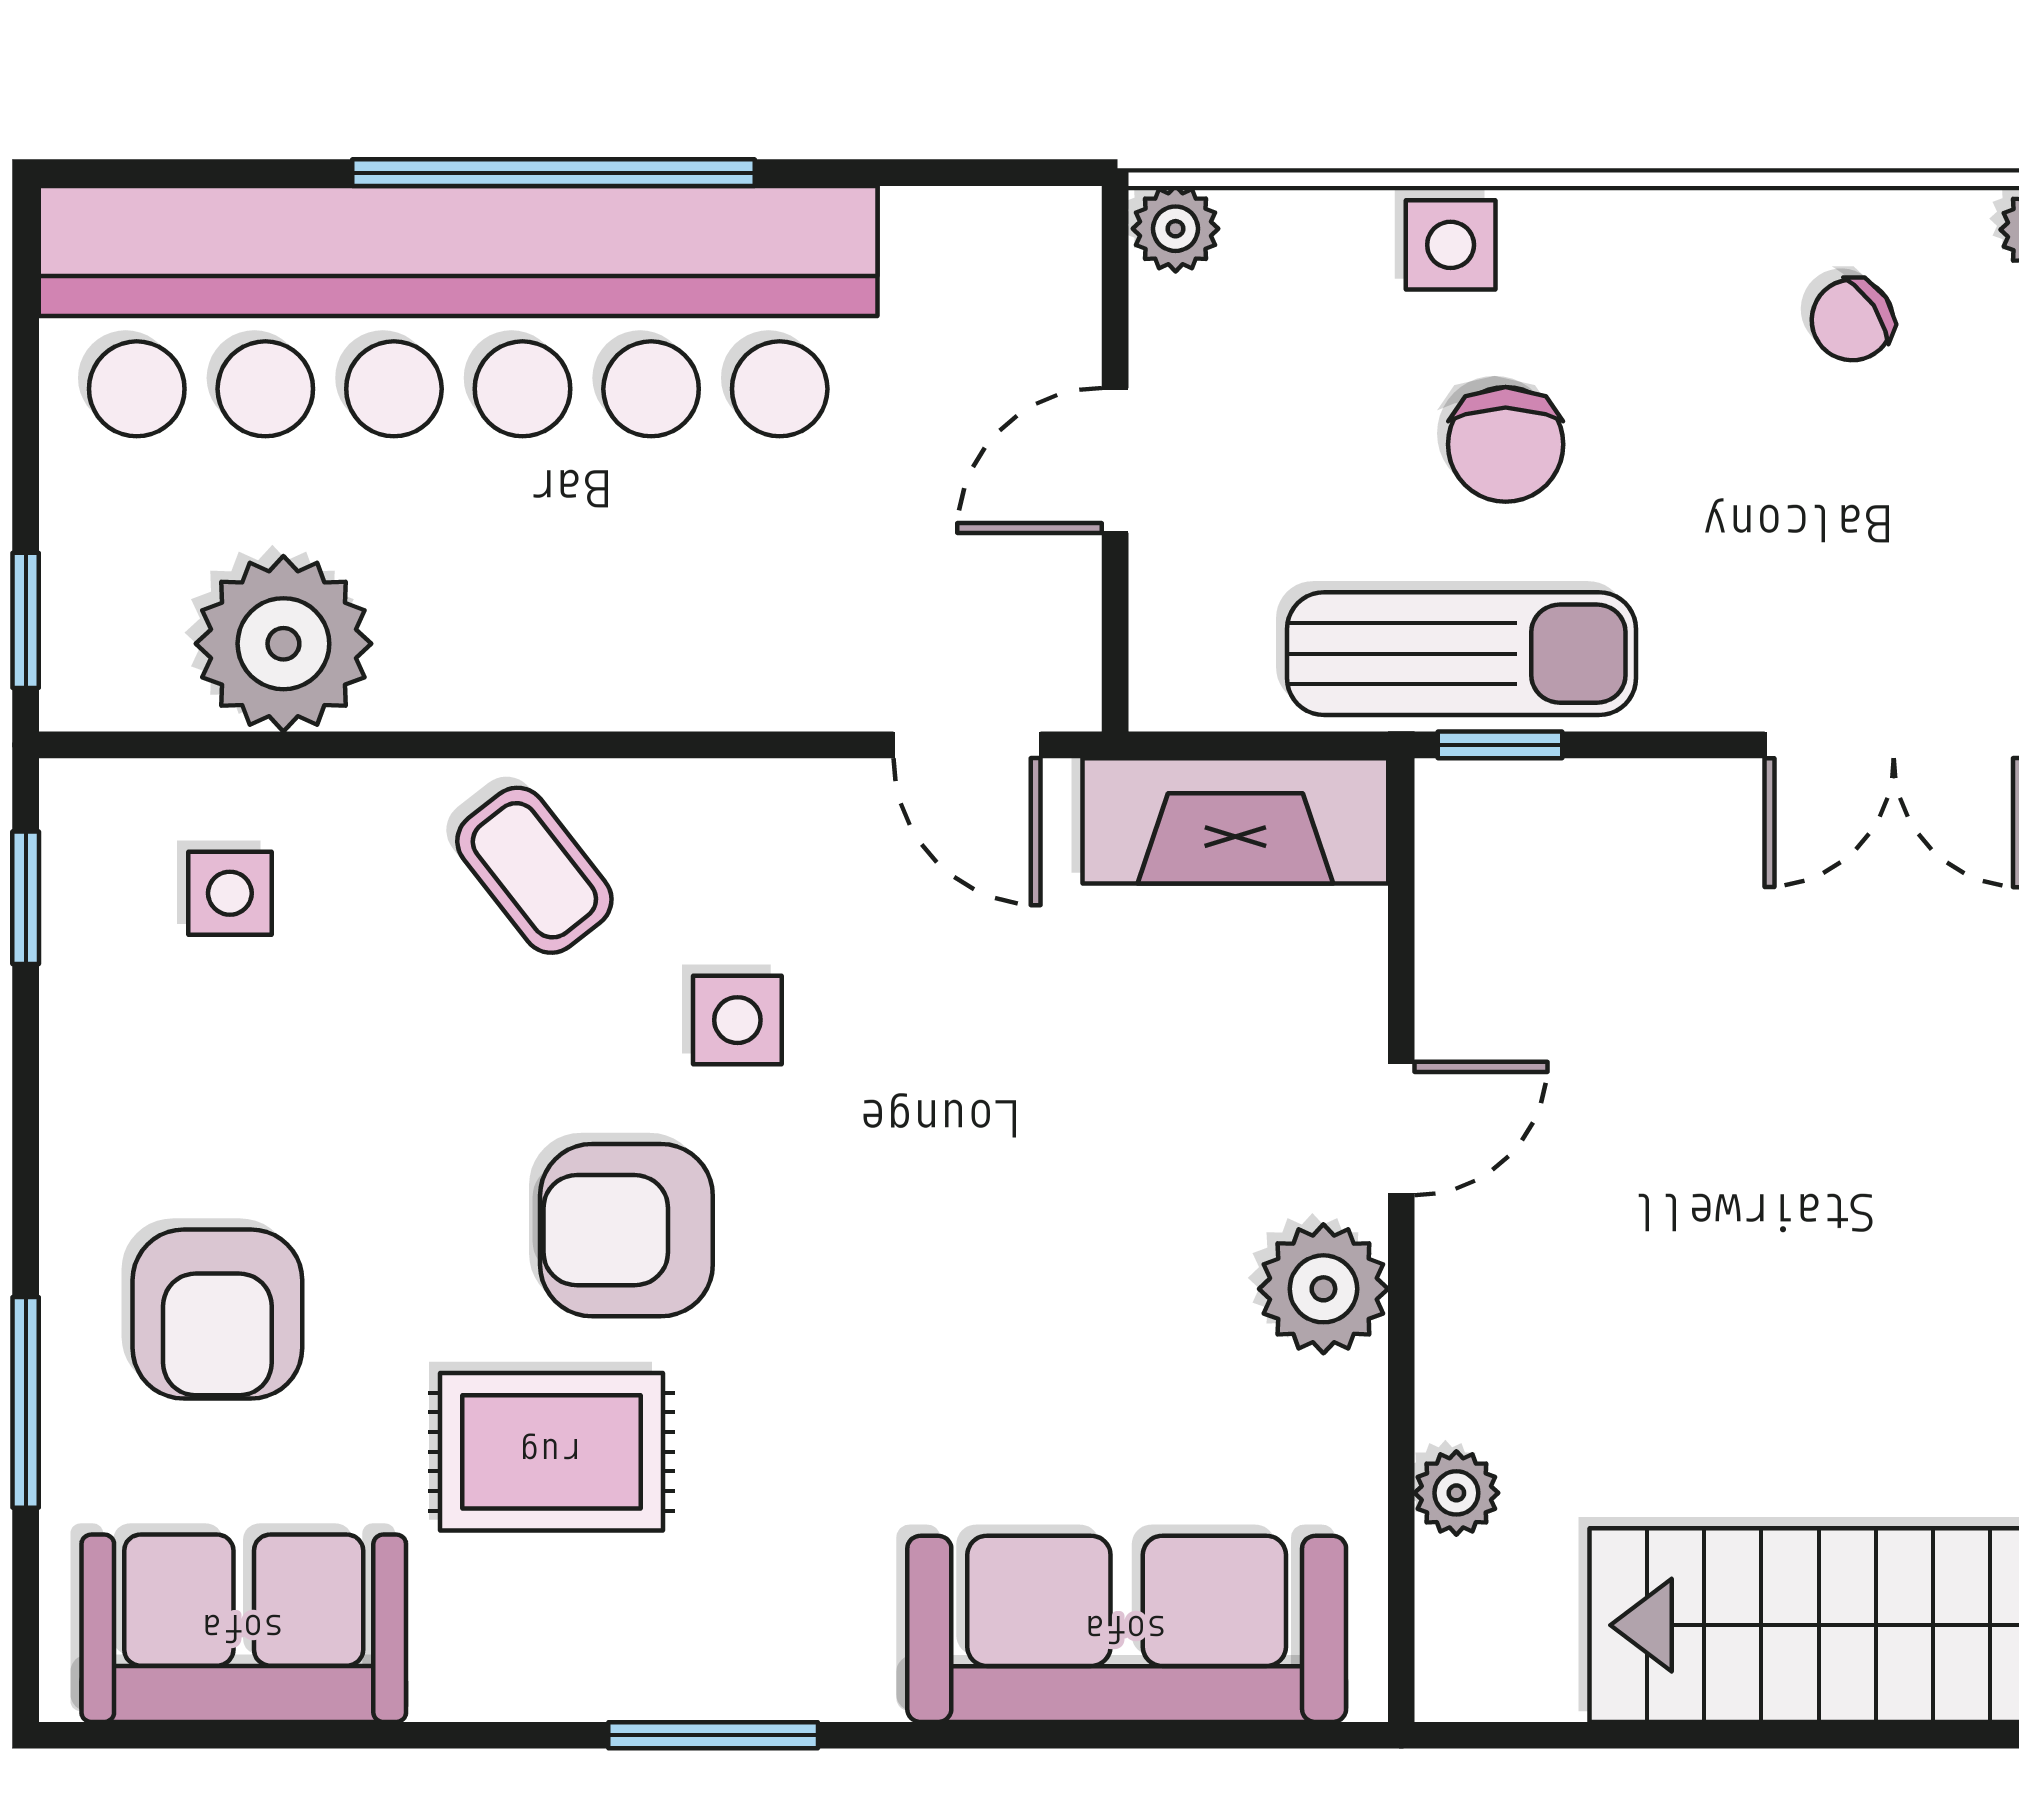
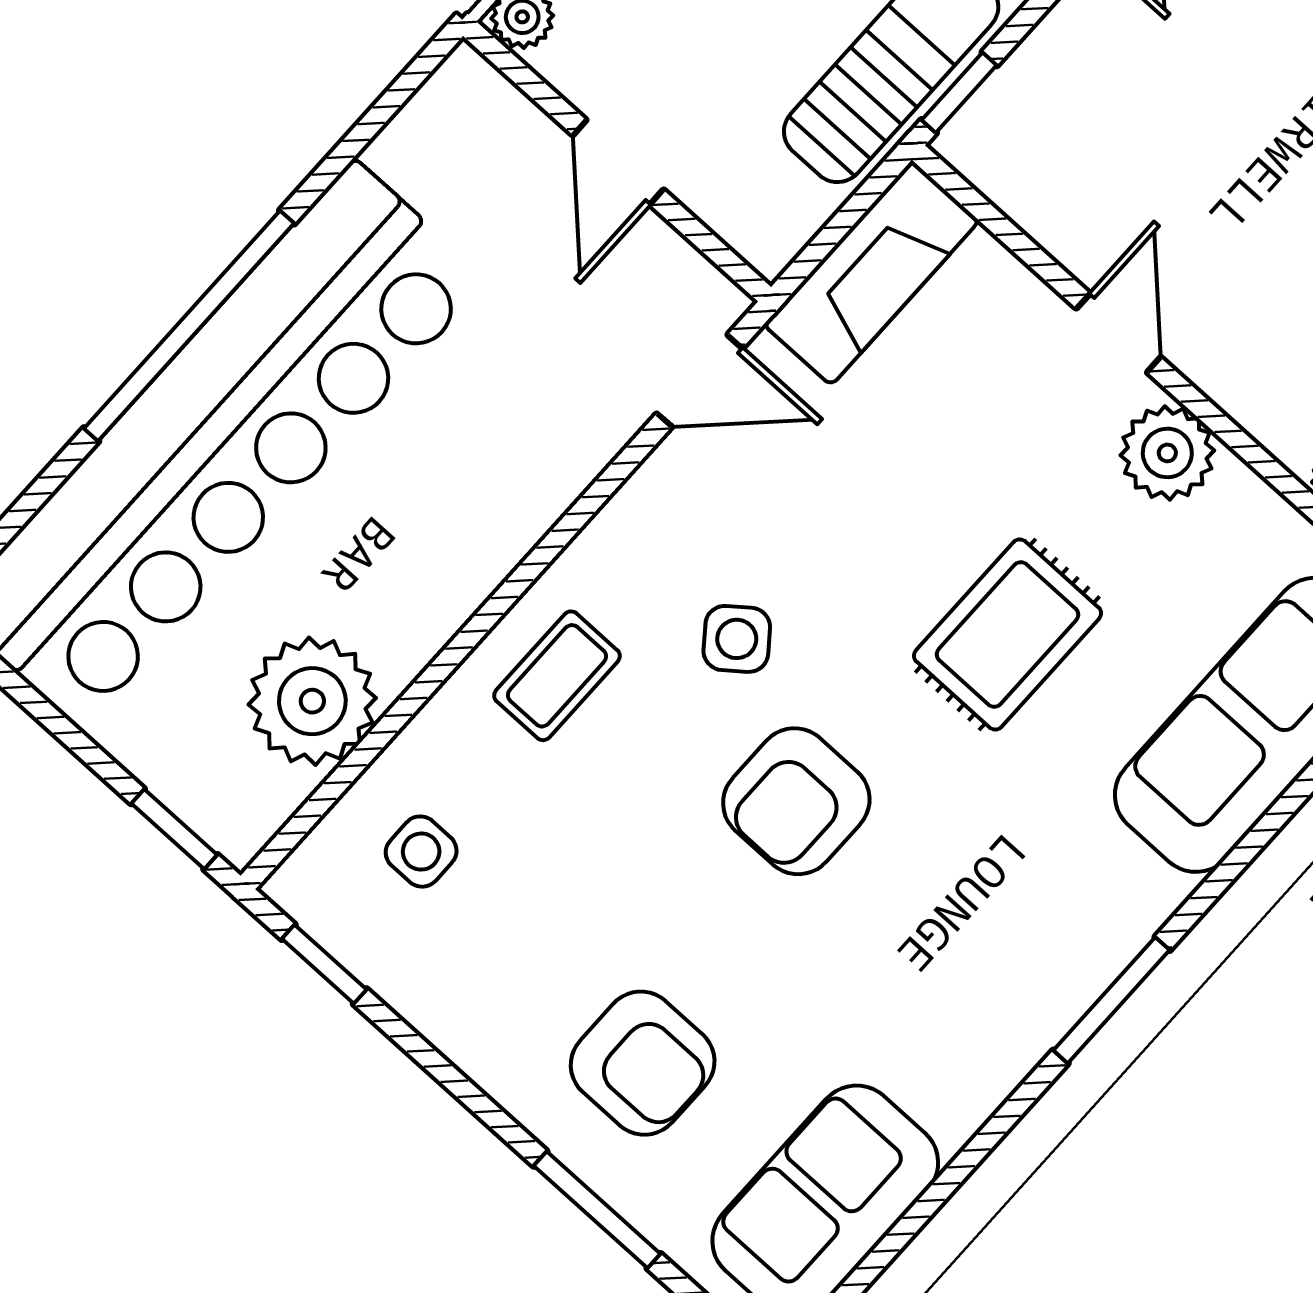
coffee table: (534, 870) -> (557, 676), turned -52
side table: (737, 1020) -> (737, 639), turned -38
rug: (551, 1452) -> (1007, 634), moved

